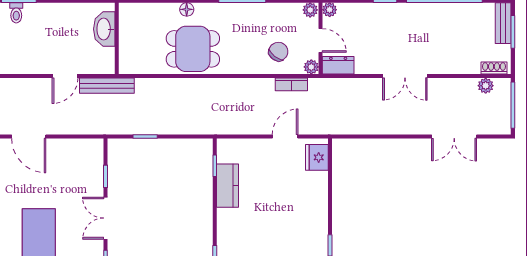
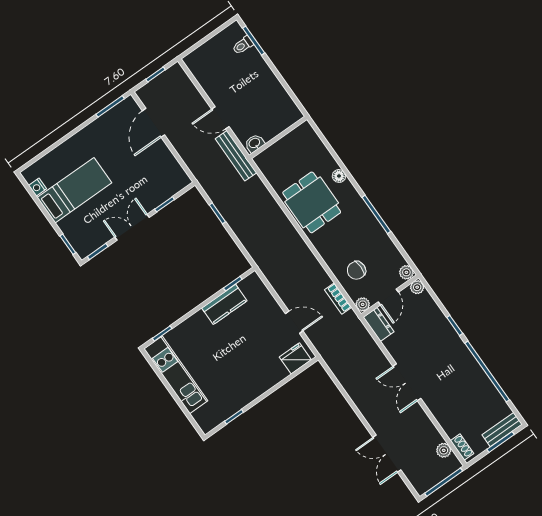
washbasin: (104, 29) -> (255, 143), moved, width x0.52, depth x0.69
chair: (278, 52) -> (356, 270), turned 142

